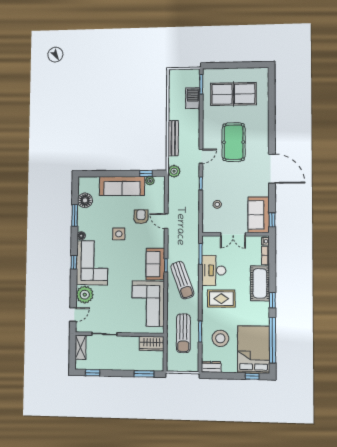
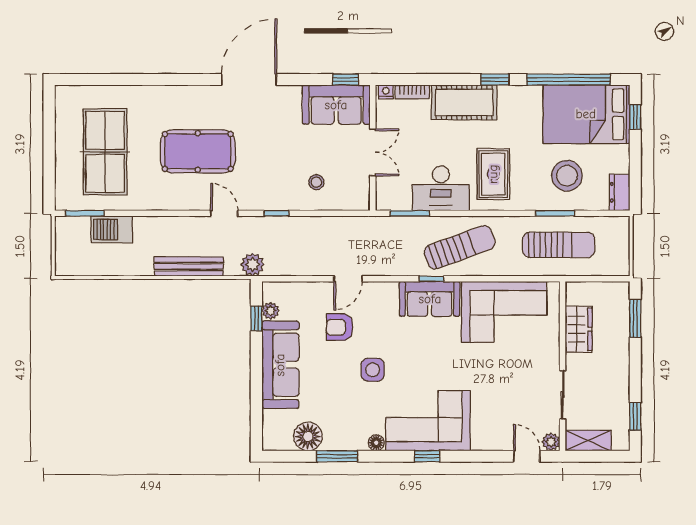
plant: (85, 295) -> (551, 442), moved, width x0.53, depth x0.53
wardrobe: (152, 343) -> (579, 329), moved

